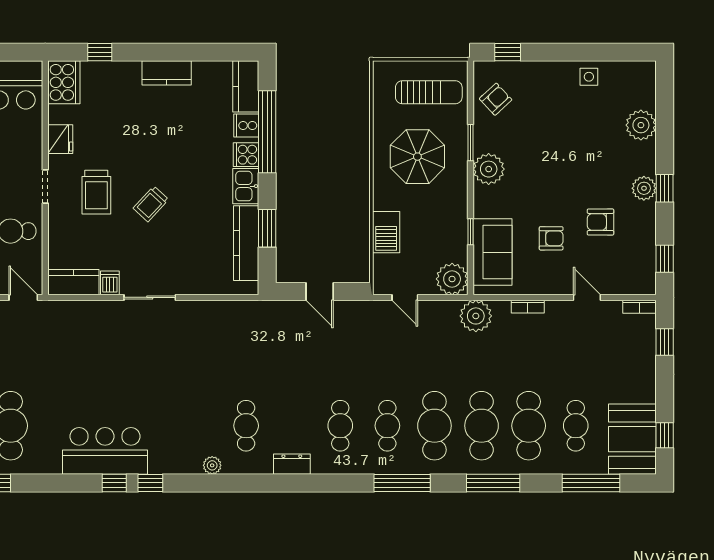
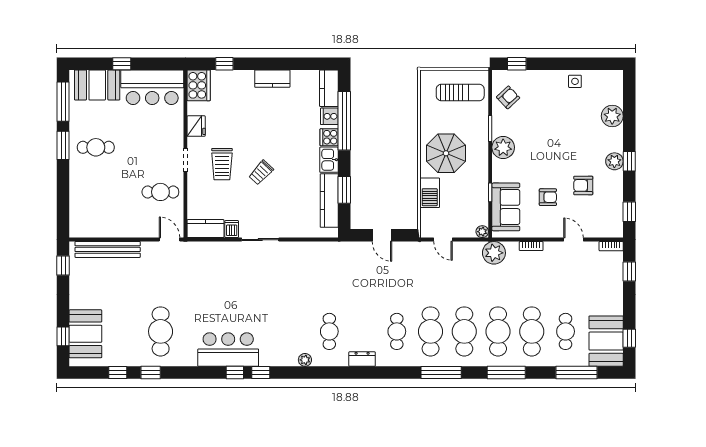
parasol: (417, 157) -> (446, 153), moved
plant: (452, 279) -> (482, 232), width x0.53, depth x0.53
cafe table: (387, 426) -> (431, 331), width x1.37, depth x1.35

